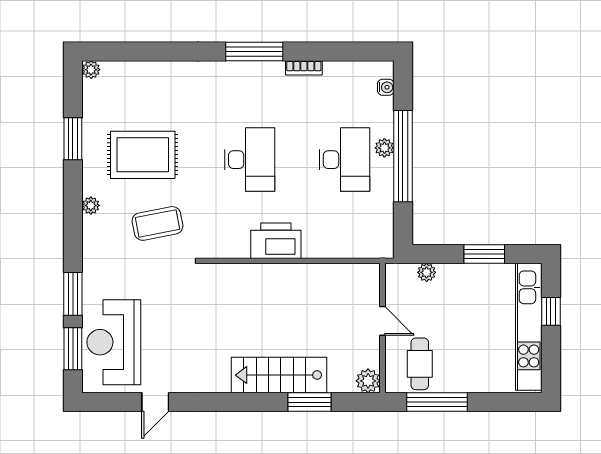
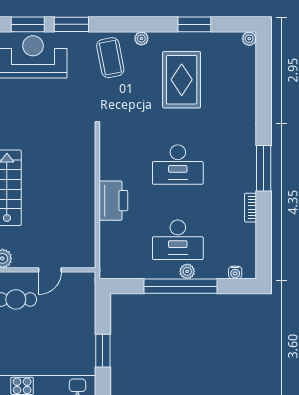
coffee table: (157, 223) -> (110, 58), moved
printer: (276, 241) -> (113, 201), moved
plant: (427, 272) -> (88, 305), removed

